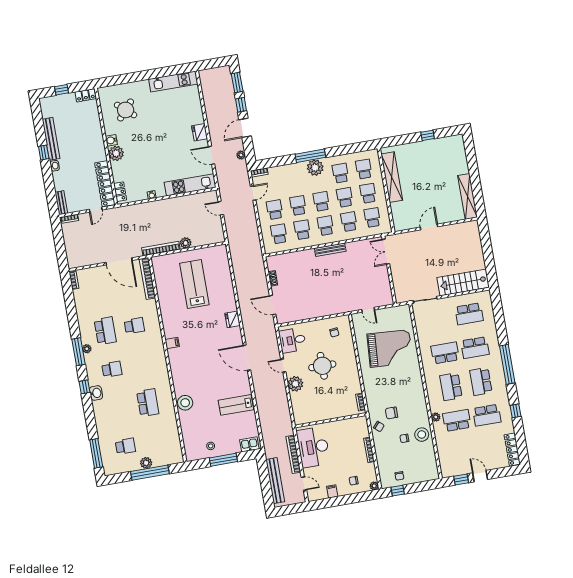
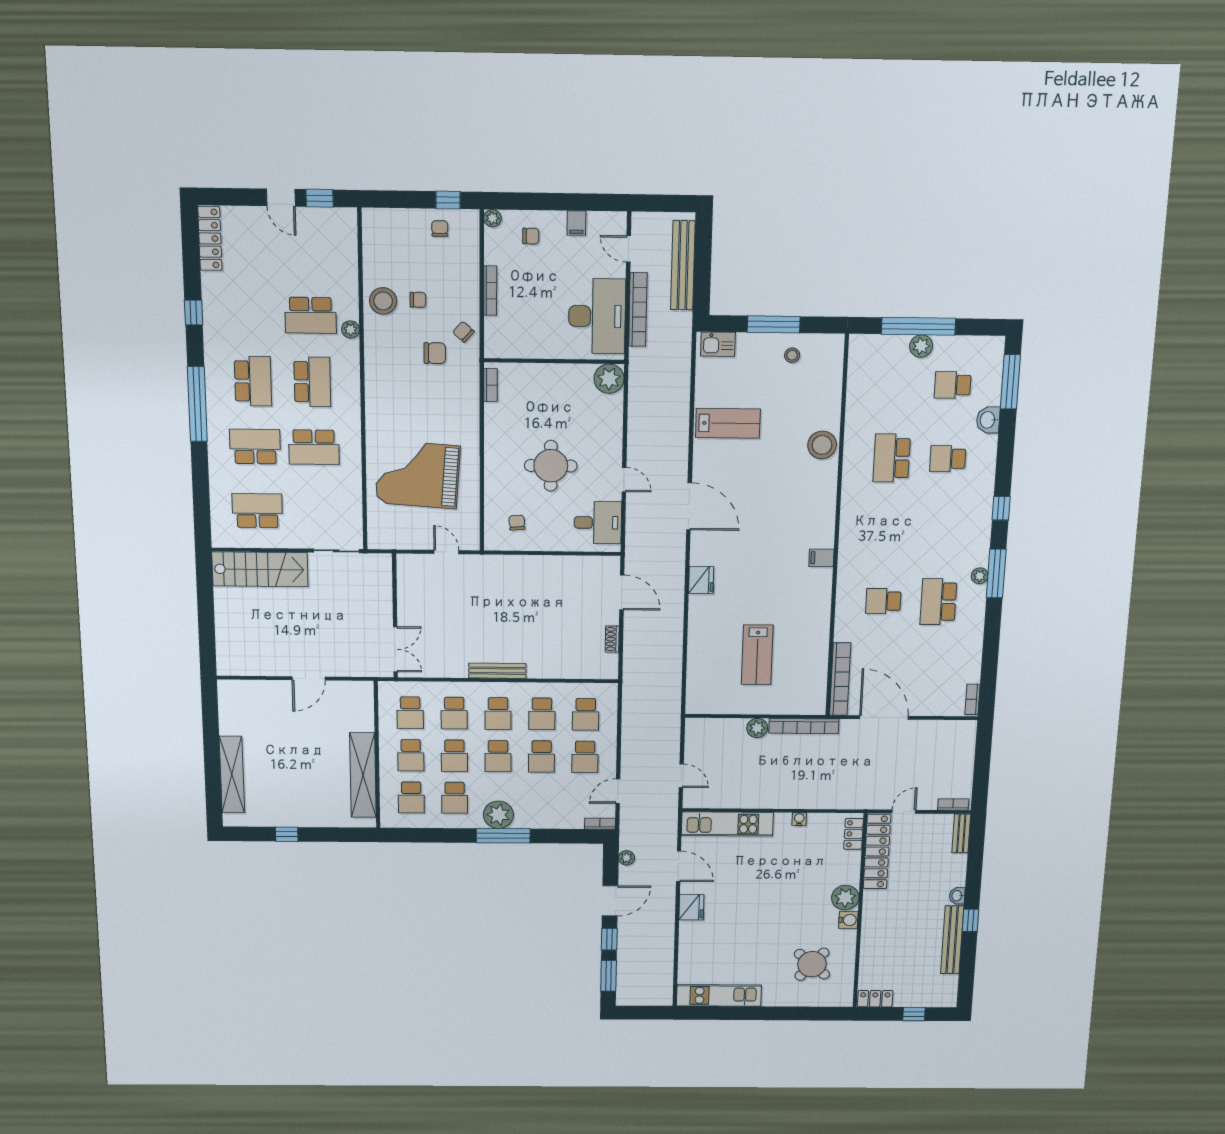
shelving: (467, 196) -> (232, 775), moved
lab bench: (194, 284) -> (757, 655), width x0.73, depth x0.72
school desk: (112, 369) -> (948, 459), moved
plant: (295, 384) -> (609, 379), moved
washbasin: (96, 393) -> (988, 420), moved
school desk: (487, 415) -> (251, 314), removed

